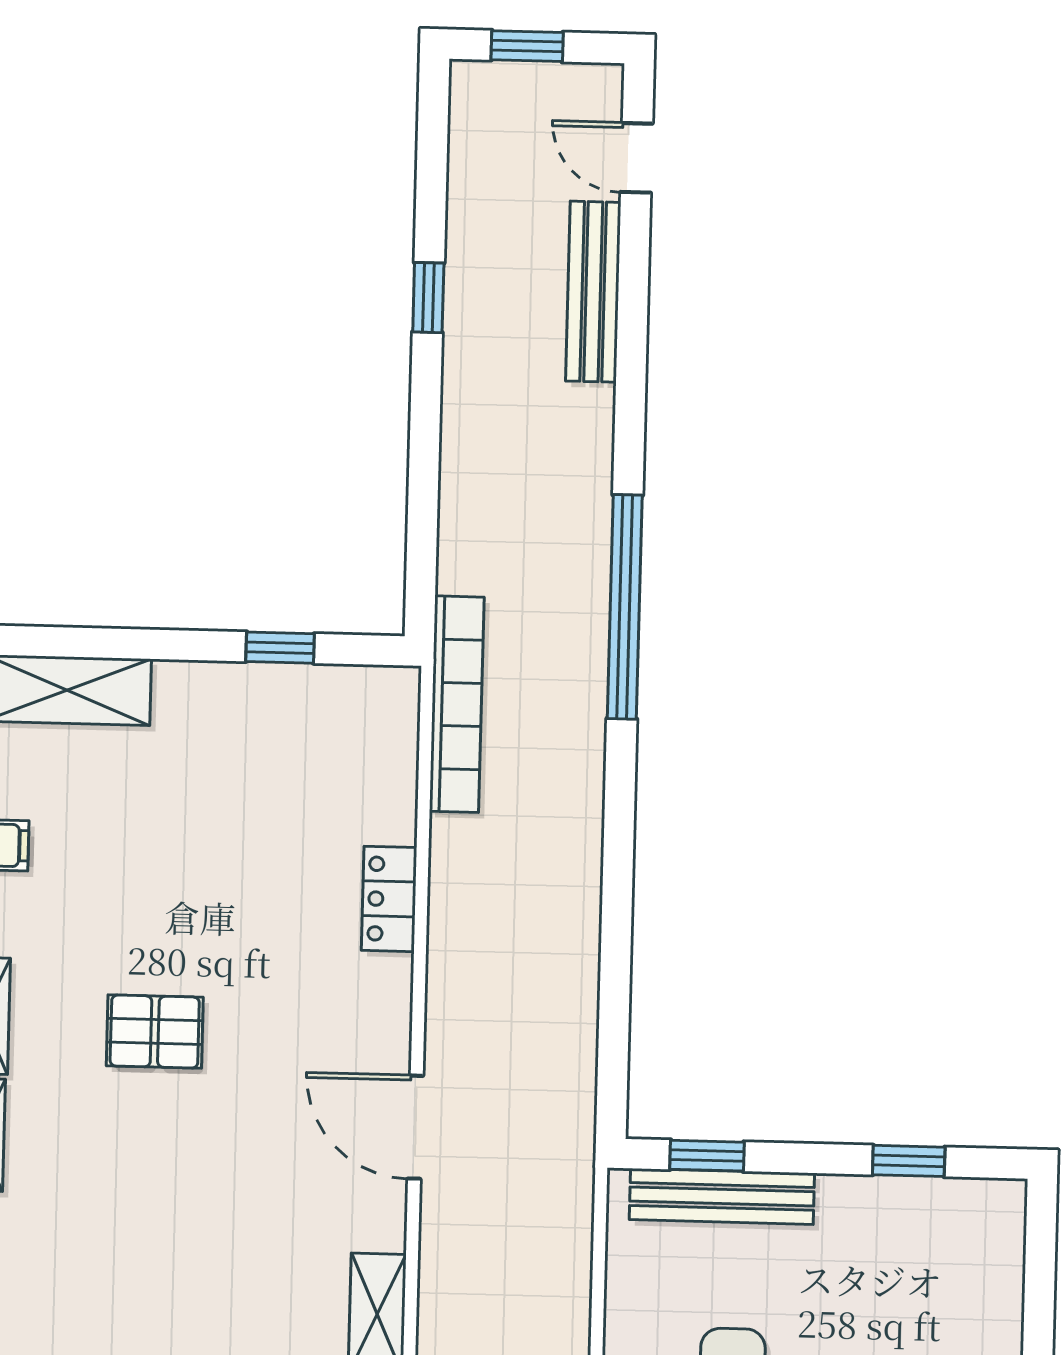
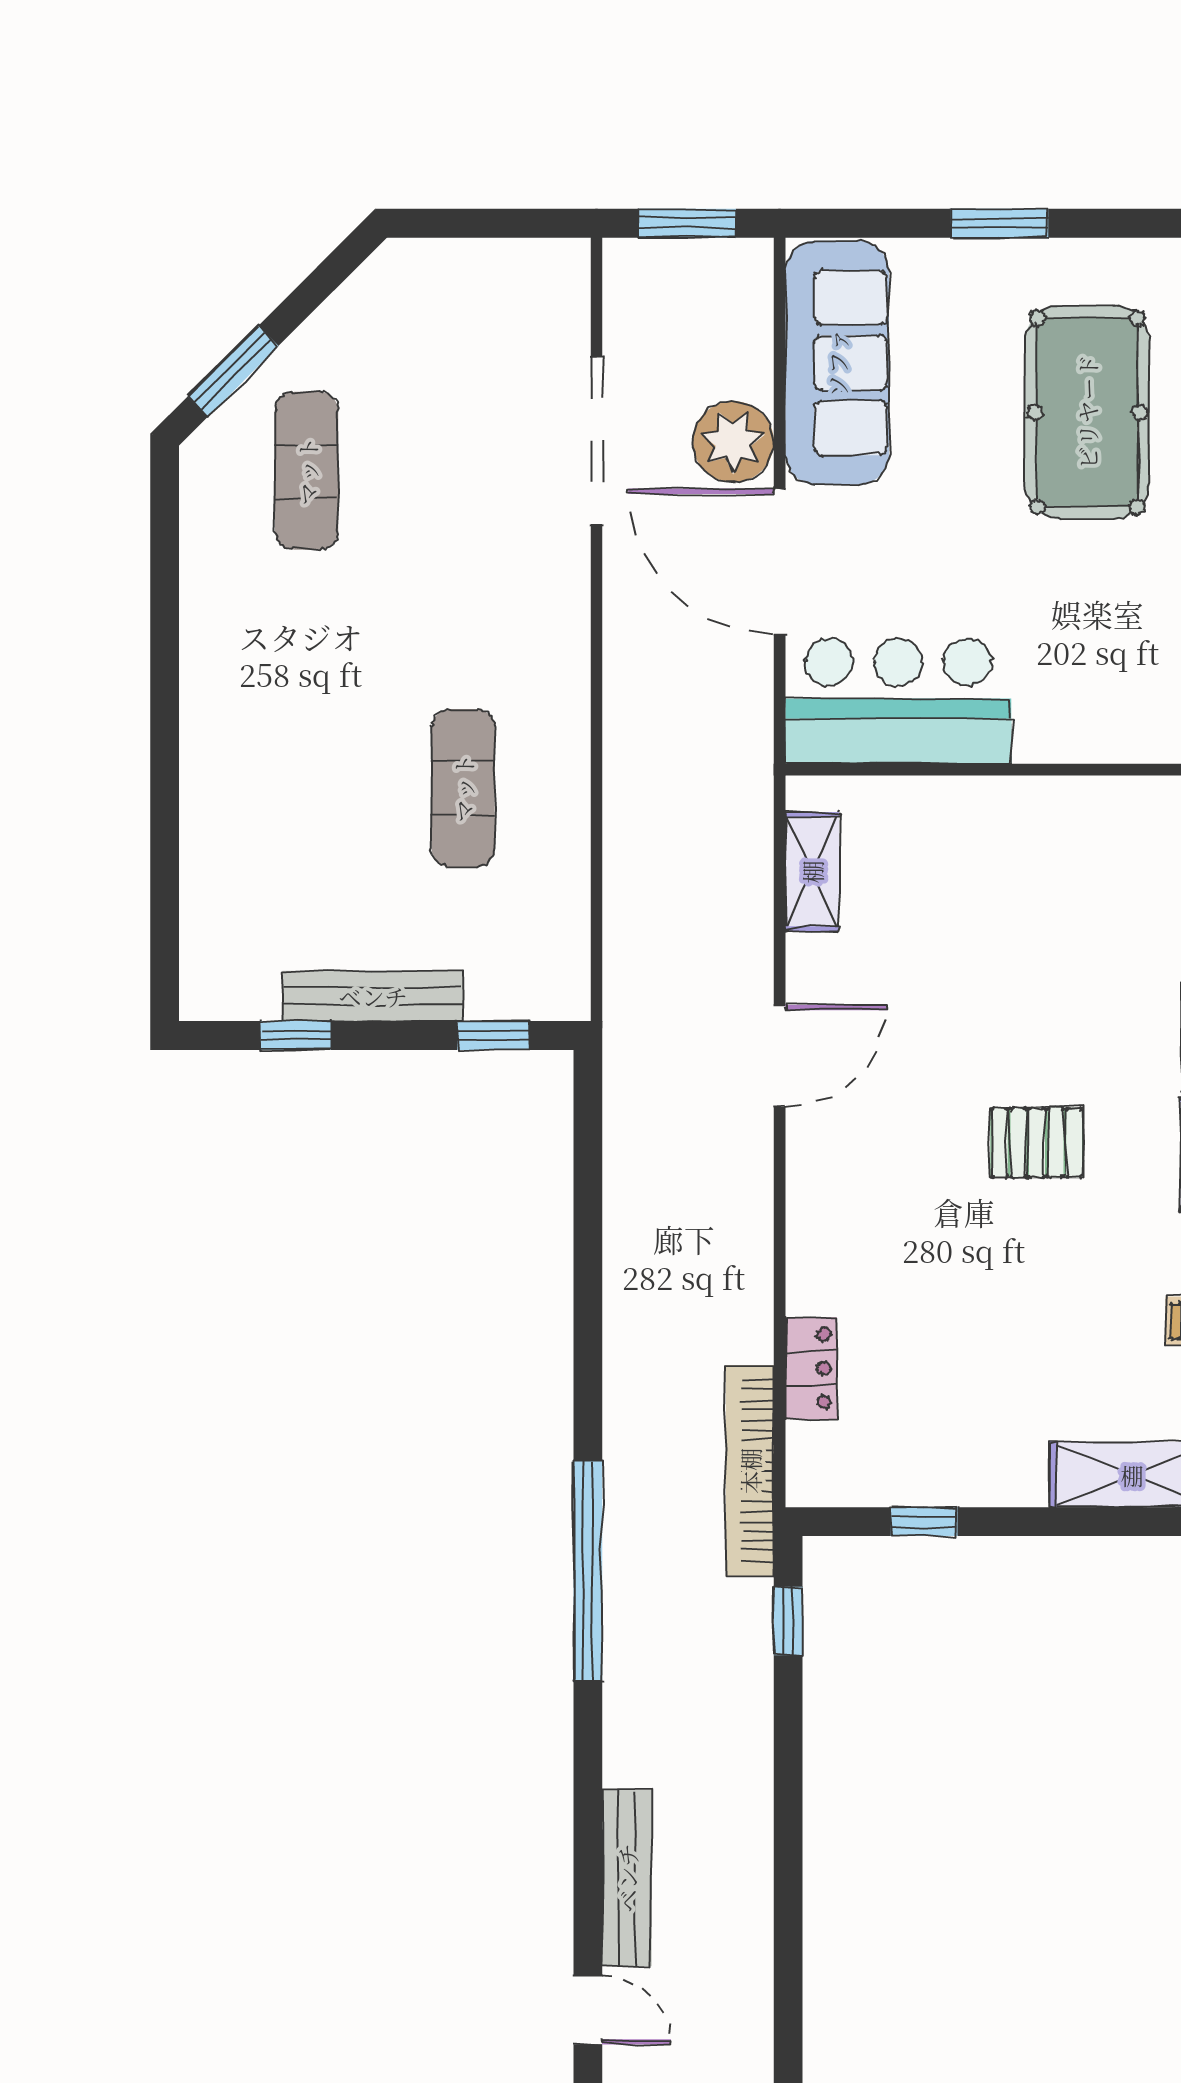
window: (428, 298) -> (788, 1621), moved
locker: (389, 899) -> (811, 1368), moved
door: (415, 1127) -> (780, 1056), hinge flipped
bench: (722, 1196) -> (373, 996), moved

